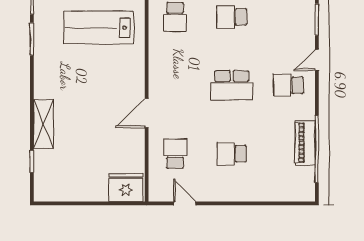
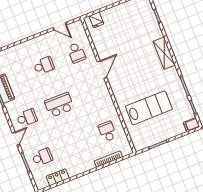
school desk: (232, 17) -> (42, 157), moved
shelving: (43, 124) -> (164, 53), moved
fridge: (126, 187) -> (96, 20), width x0.53, depth x0.75

